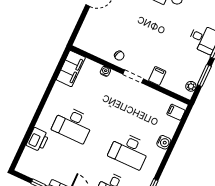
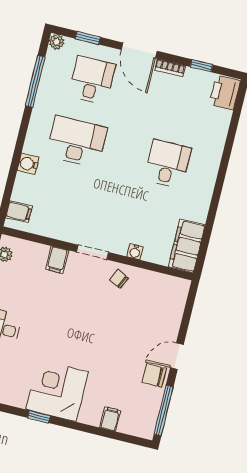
desk: (73, 124) -> (168, 164), width x0.73
printer: (38, 140) -> (225, 93), moved

